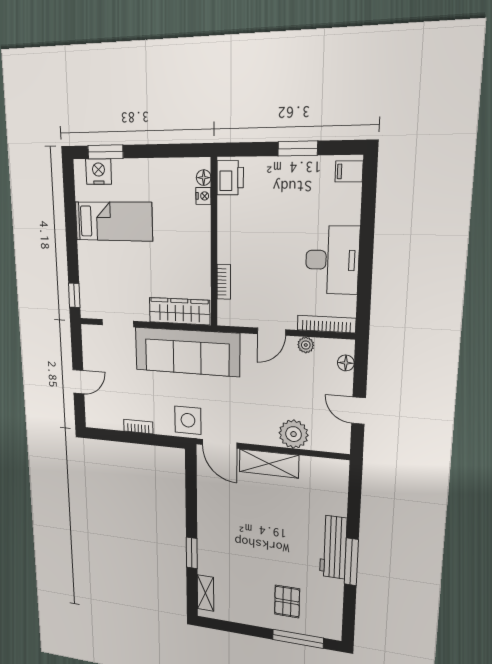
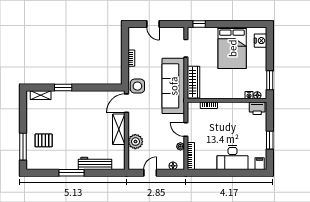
window: (105, 152) -> (270, 80), moved
bed: (114, 221) -> (232, 48), width x1.50
desk: (332, 260) -> (233, 158), moved
workbench: (333, 547) -> (95, 163), moved

